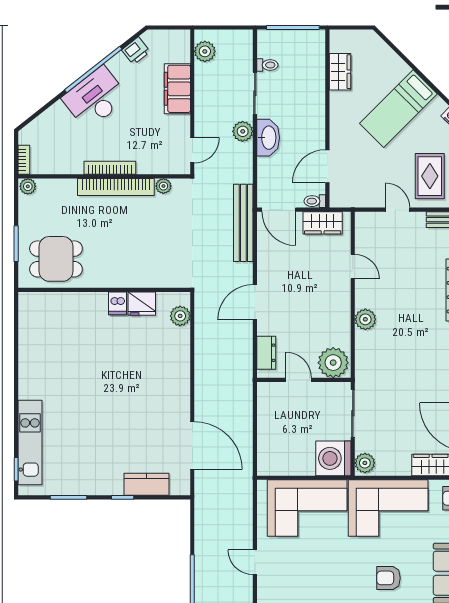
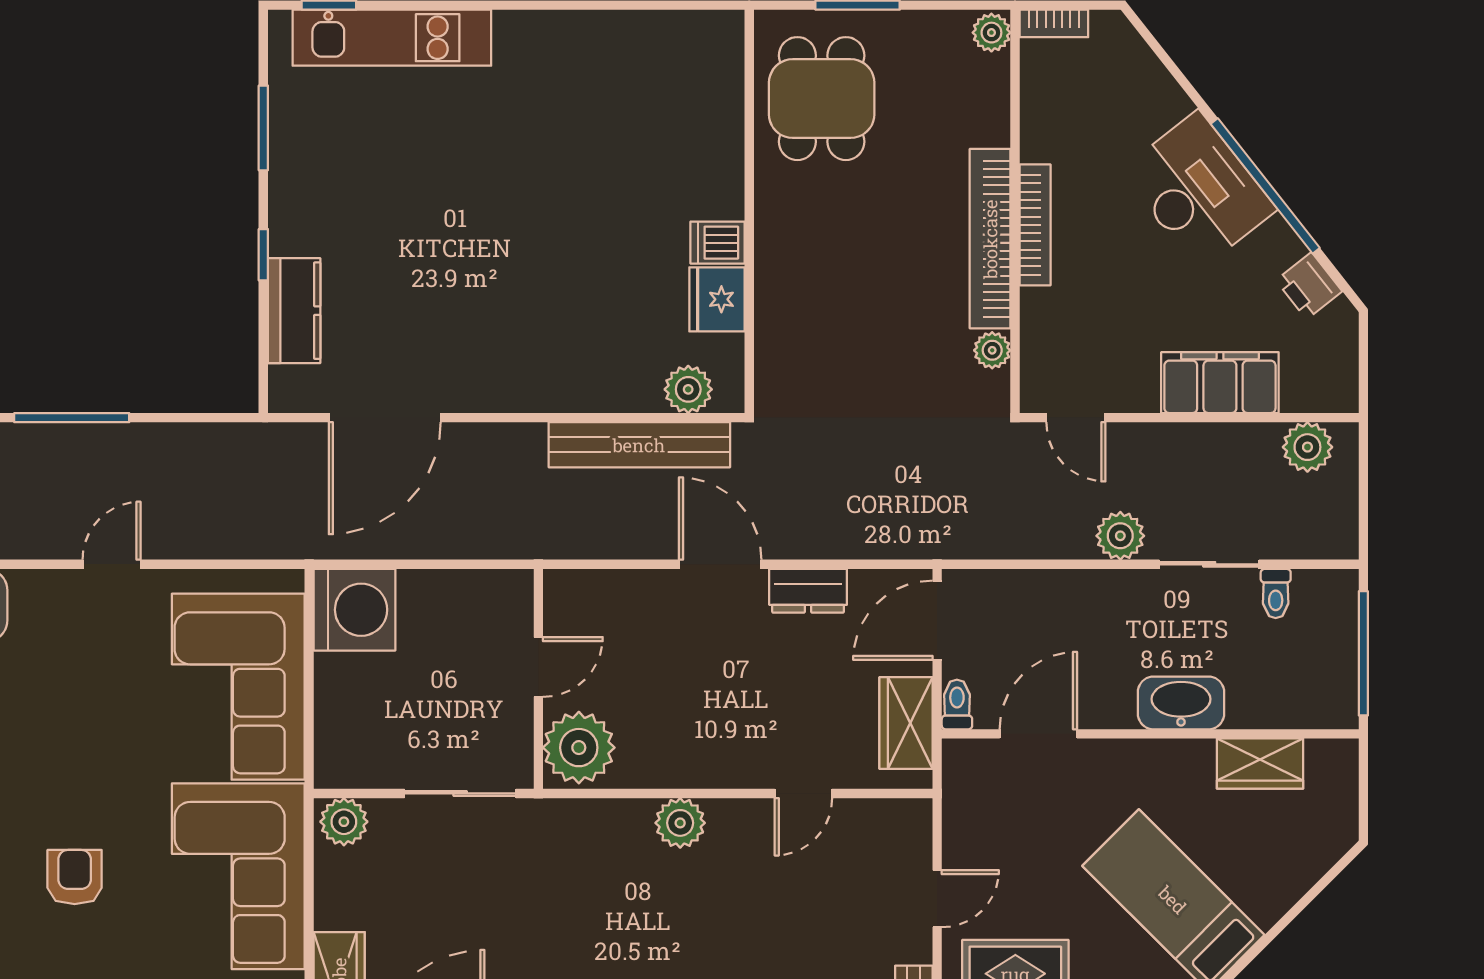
washbasin: (268, 138) -> (1181, 703), moved, turned 180
door: (327, 166) -> (1038, 734), hinge flipped
bench: (243, 223) -> (639, 445), moved
dresser: (266, 353) -> (808, 591), moved
washing machine: (333, 458) -> (355, 610), moved, turned 90

